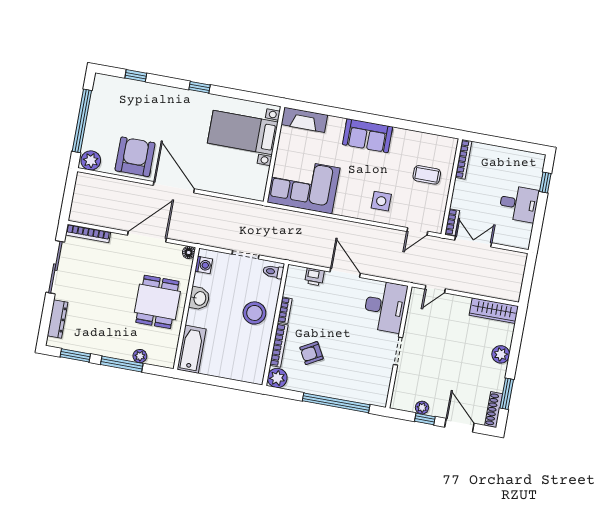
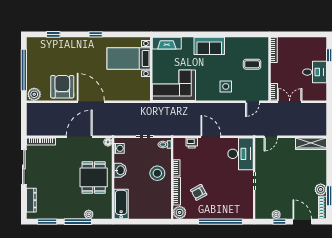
plant: (501, 354) -> (321, 189), moved

